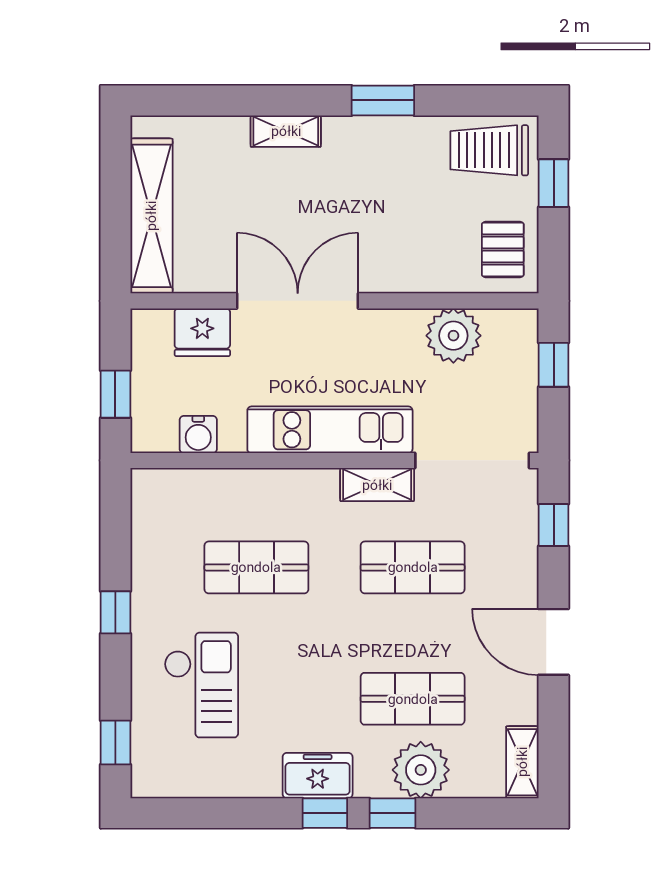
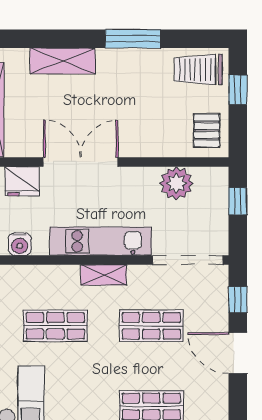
window: (383, 100) -> (133, 39), width x1.44
shelving: (286, 131) -> (63, 61), width x1.50, depth x1.33
shelving: (377, 485) -> (104, 275), moved
door: (554, 642) -> (238, 353), moved

